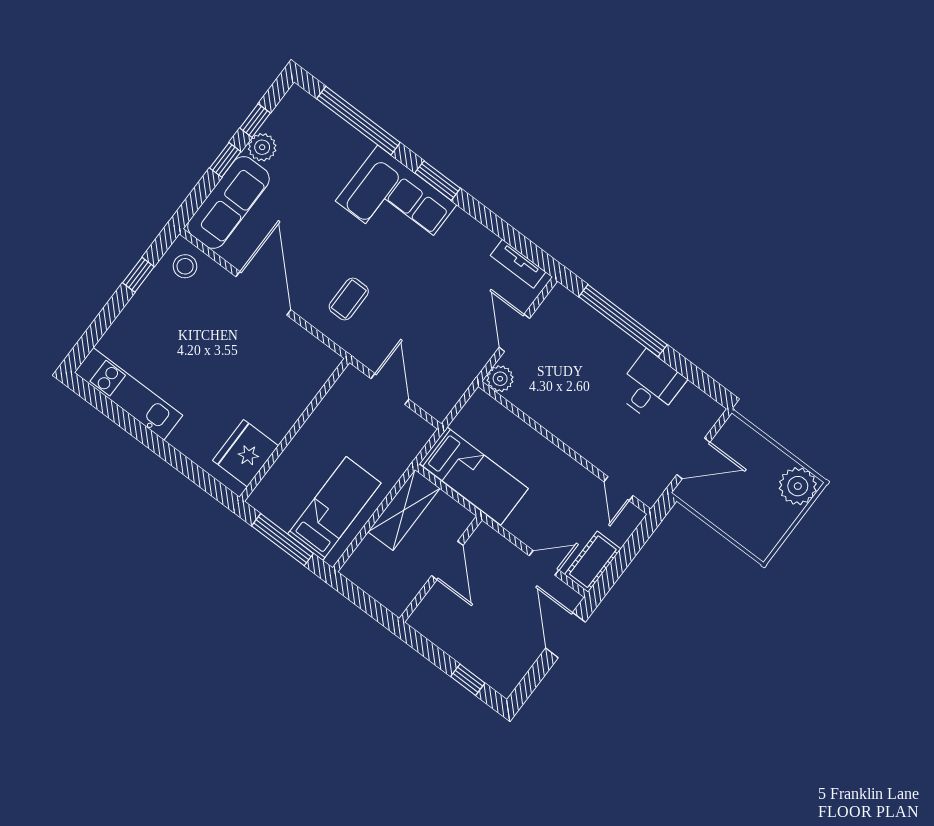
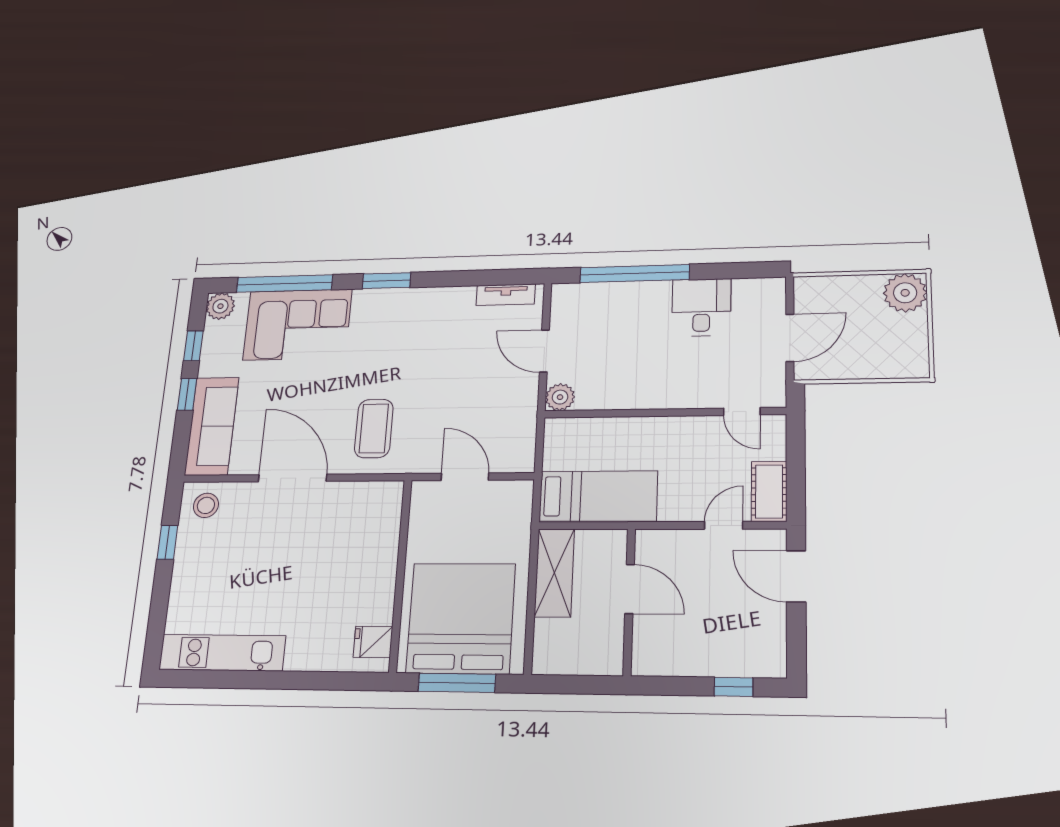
plant: (262, 147) -> (220, 306), moved
corner sofa: (396, 203) -> (298, 325), moved
coffee table: (349, 299) -> (374, 428), width x1.36, depth x1.30
fridge: (246, 453) -> (373, 642), width x0.53, depth x0.75
bed: (334, 508) -> (461, 618), width x2.04

